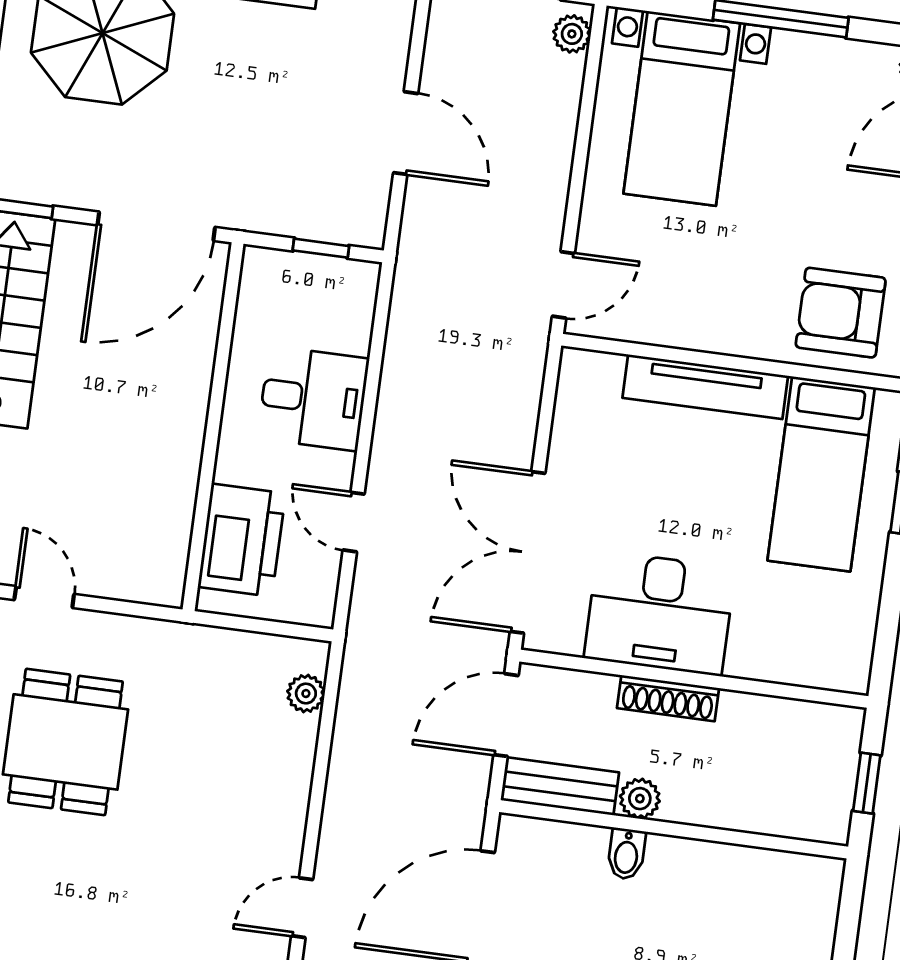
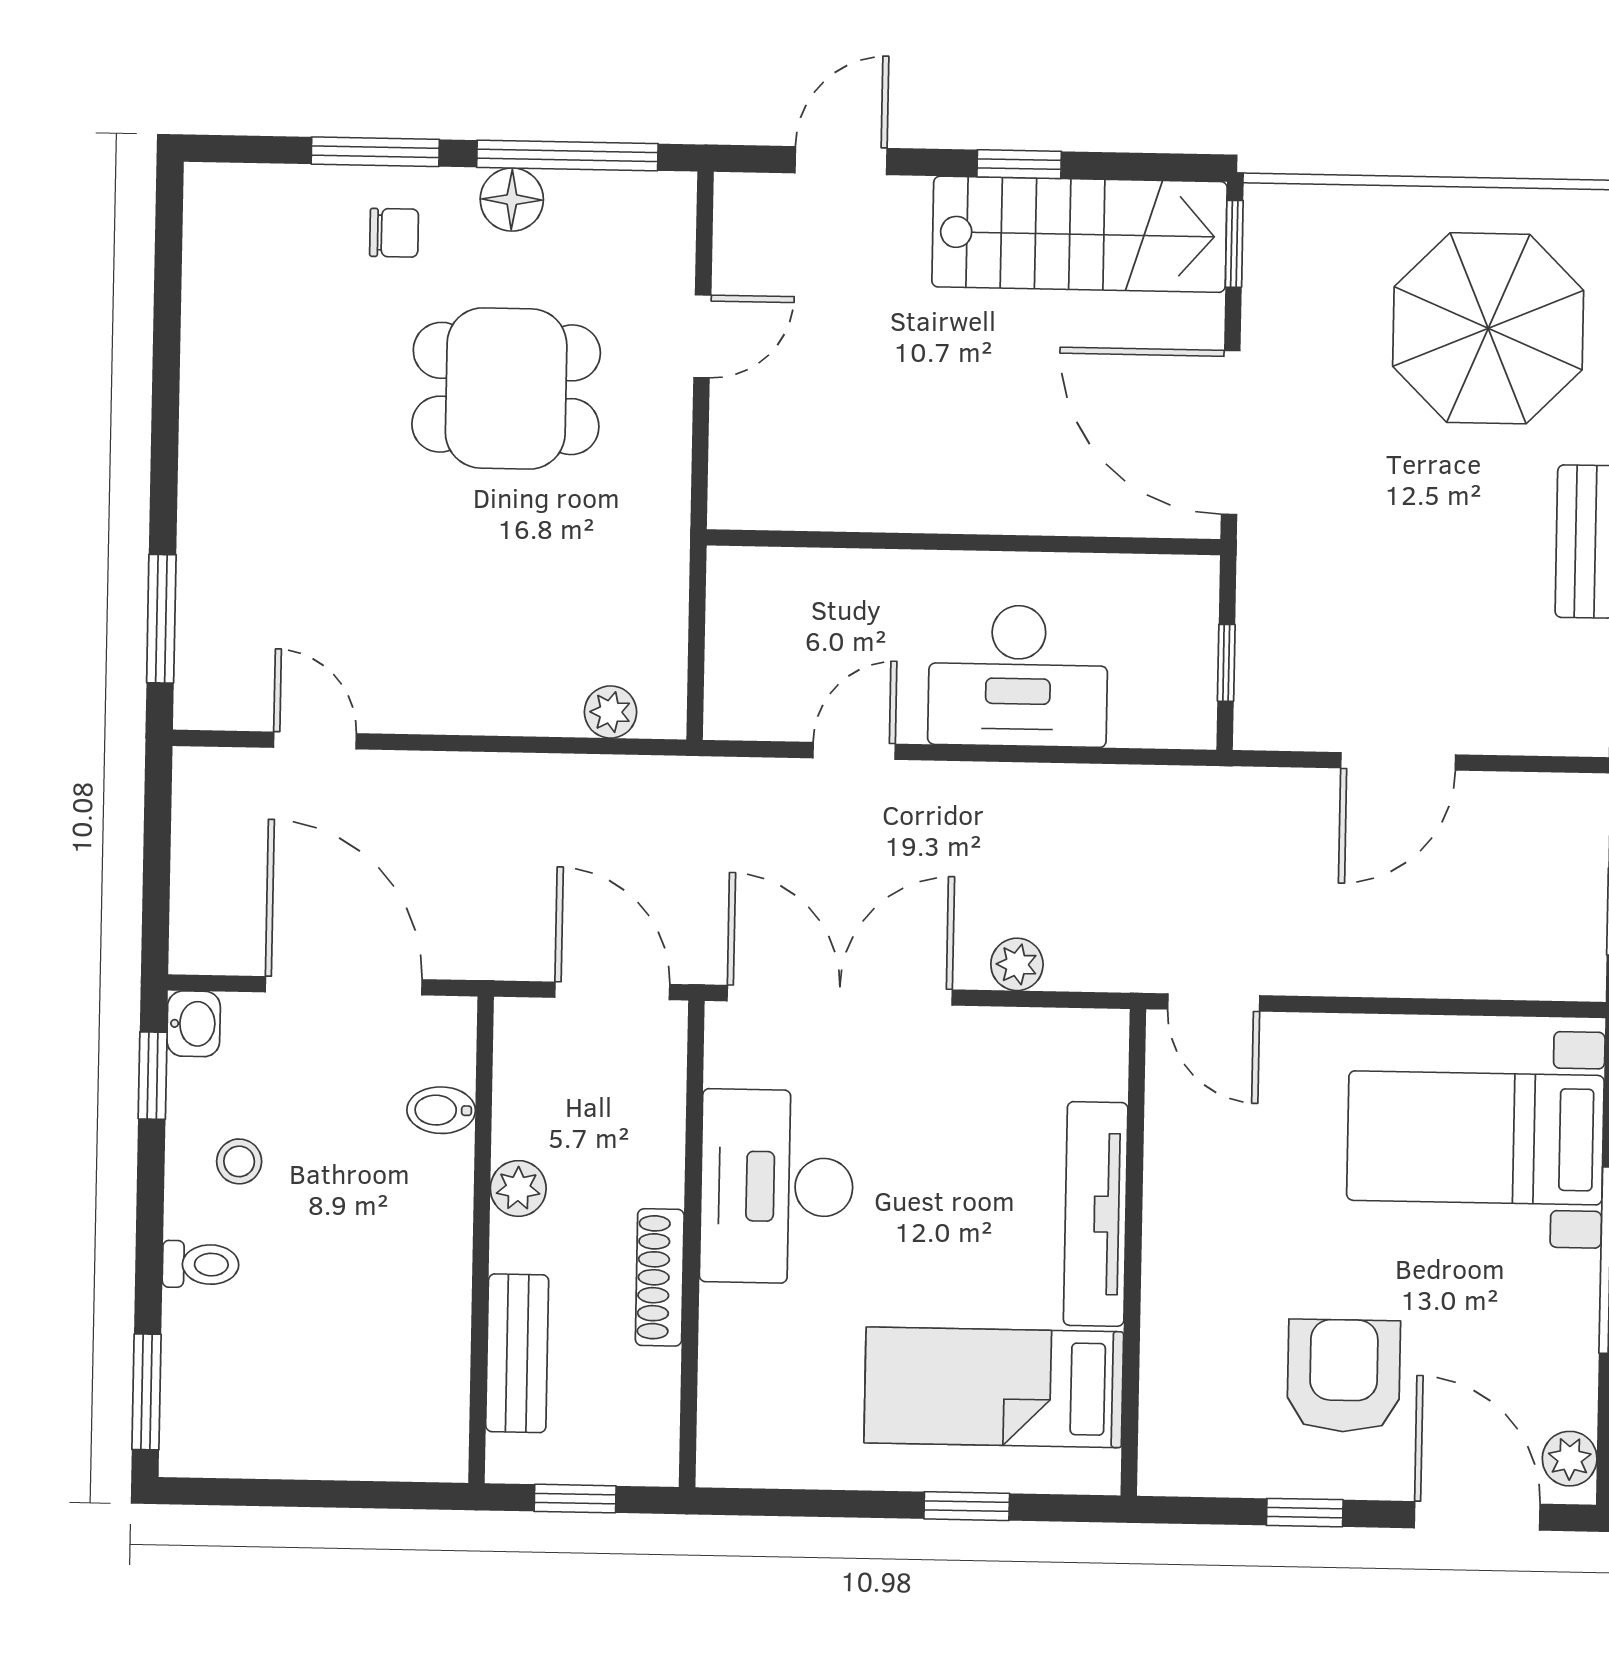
plant: (572, 34) -> (1017, 964), moved
armchair: (841, 313) -> (1344, 1376), moved
desk: (313, 398) -> (1018, 676), width x1.37
printer: (242, 540) -> (812, 600), removed
shoe rack: (668, 698) -> (660, 1277), moved
bench: (560, 786) -> (517, 1353), moved
bidet: (626, 854) -> (441, 1110), moved

